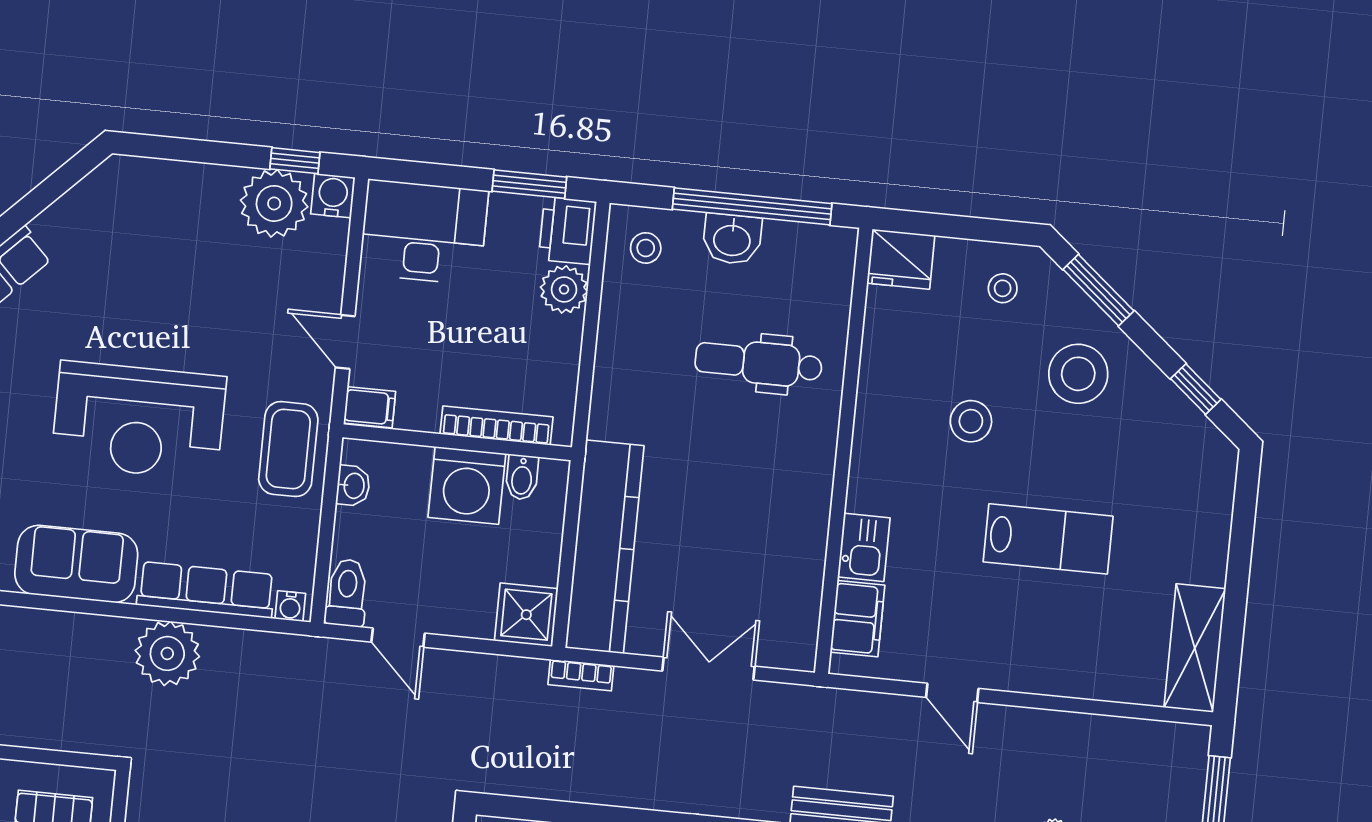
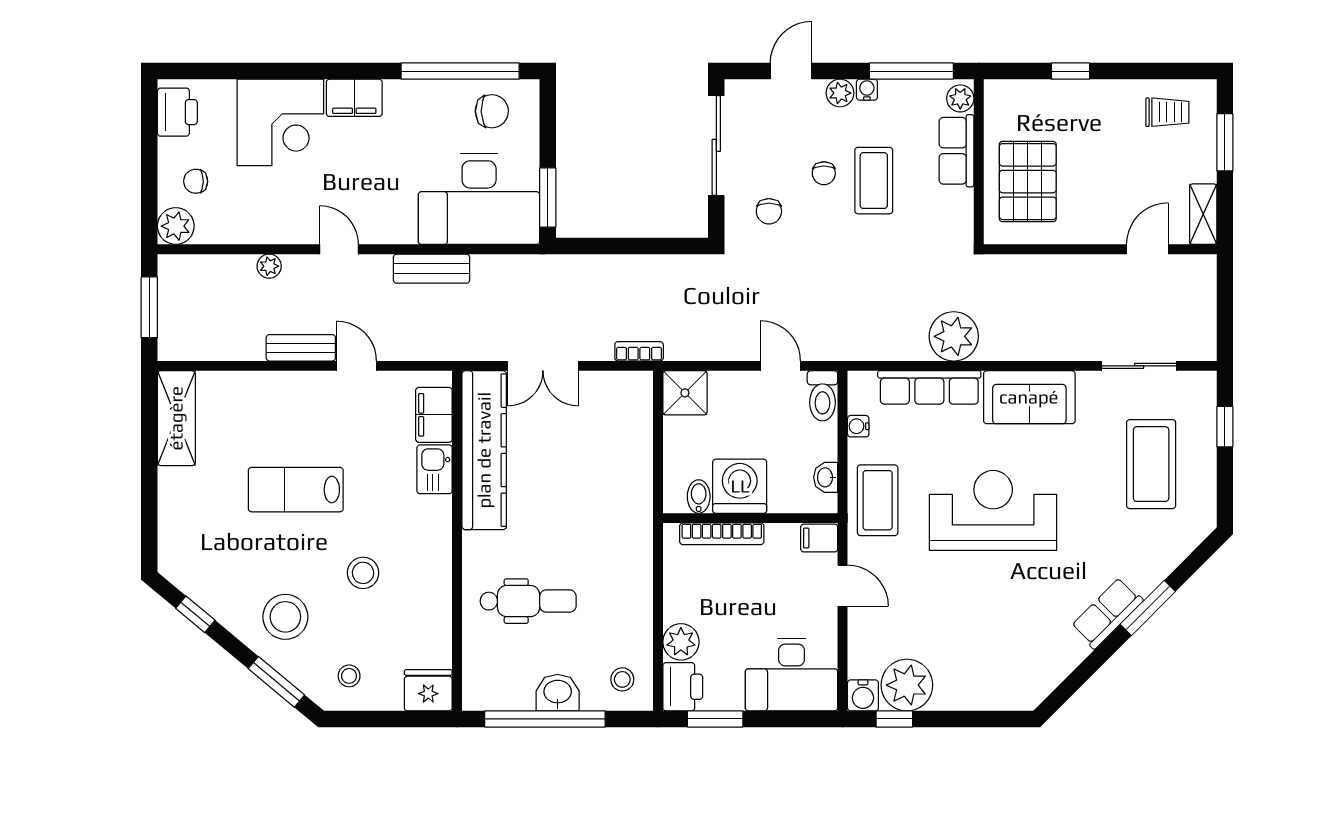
kitchen counter: (605, 547) -> (484, 450), moved, turned 180
water cooler: (290, 606) -> (858, 426), moved, turned -90
bench: (1023, 724) -> (301, 348), added

